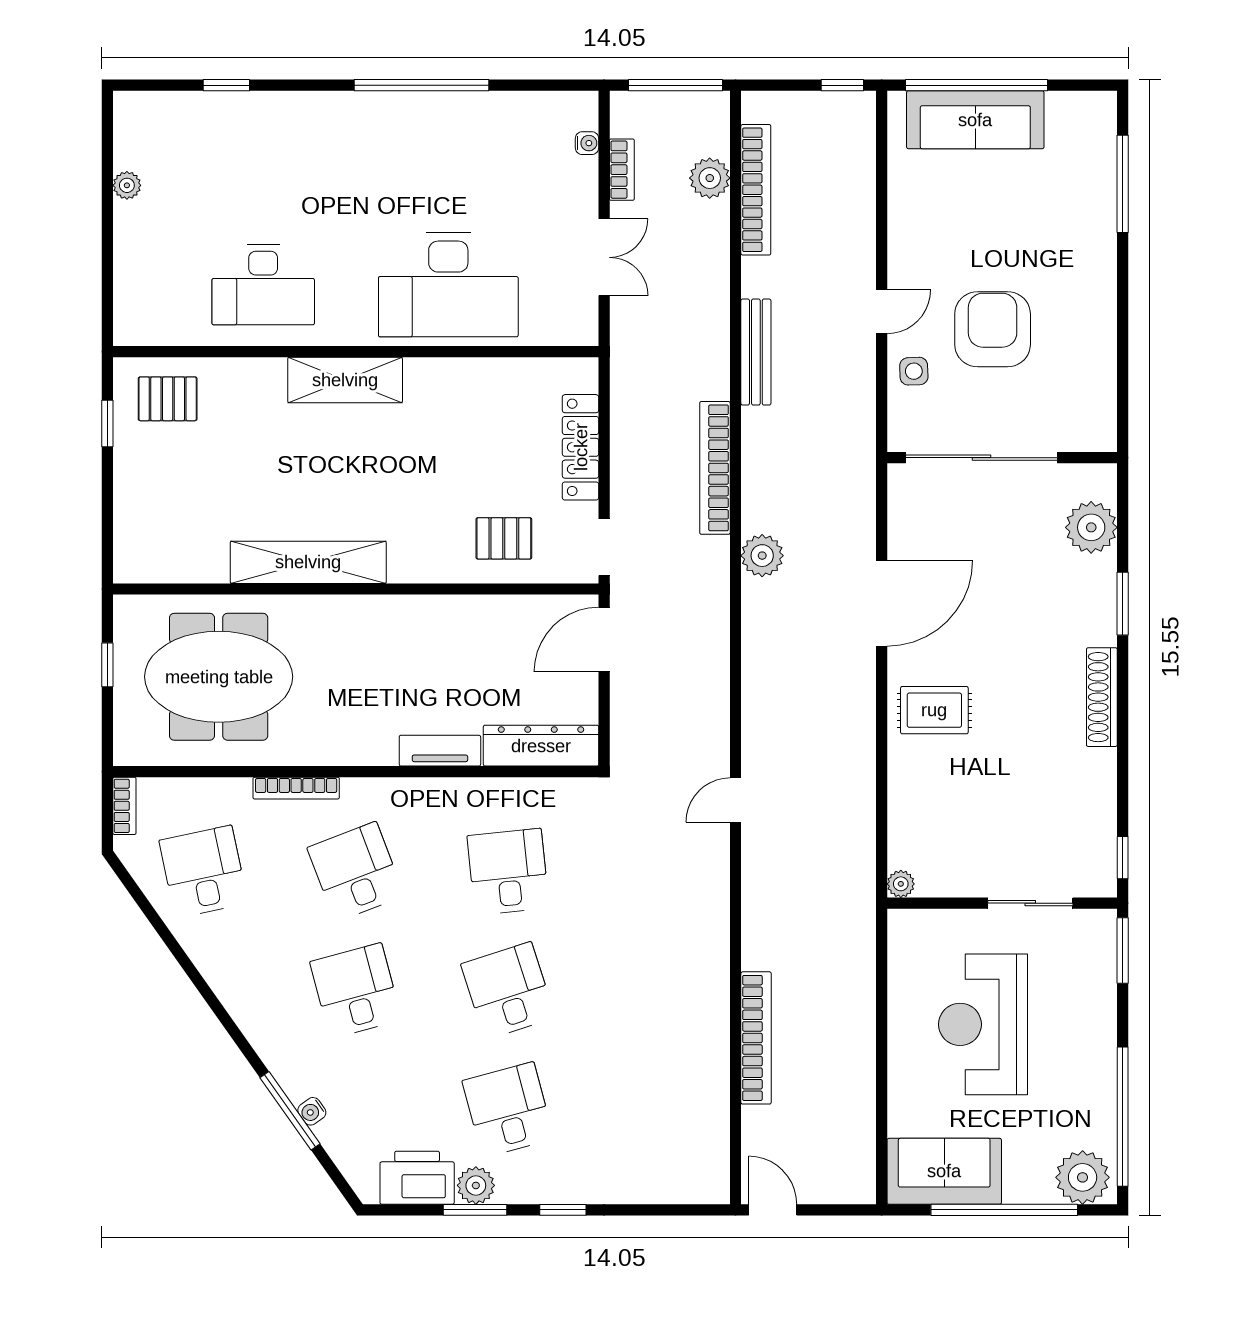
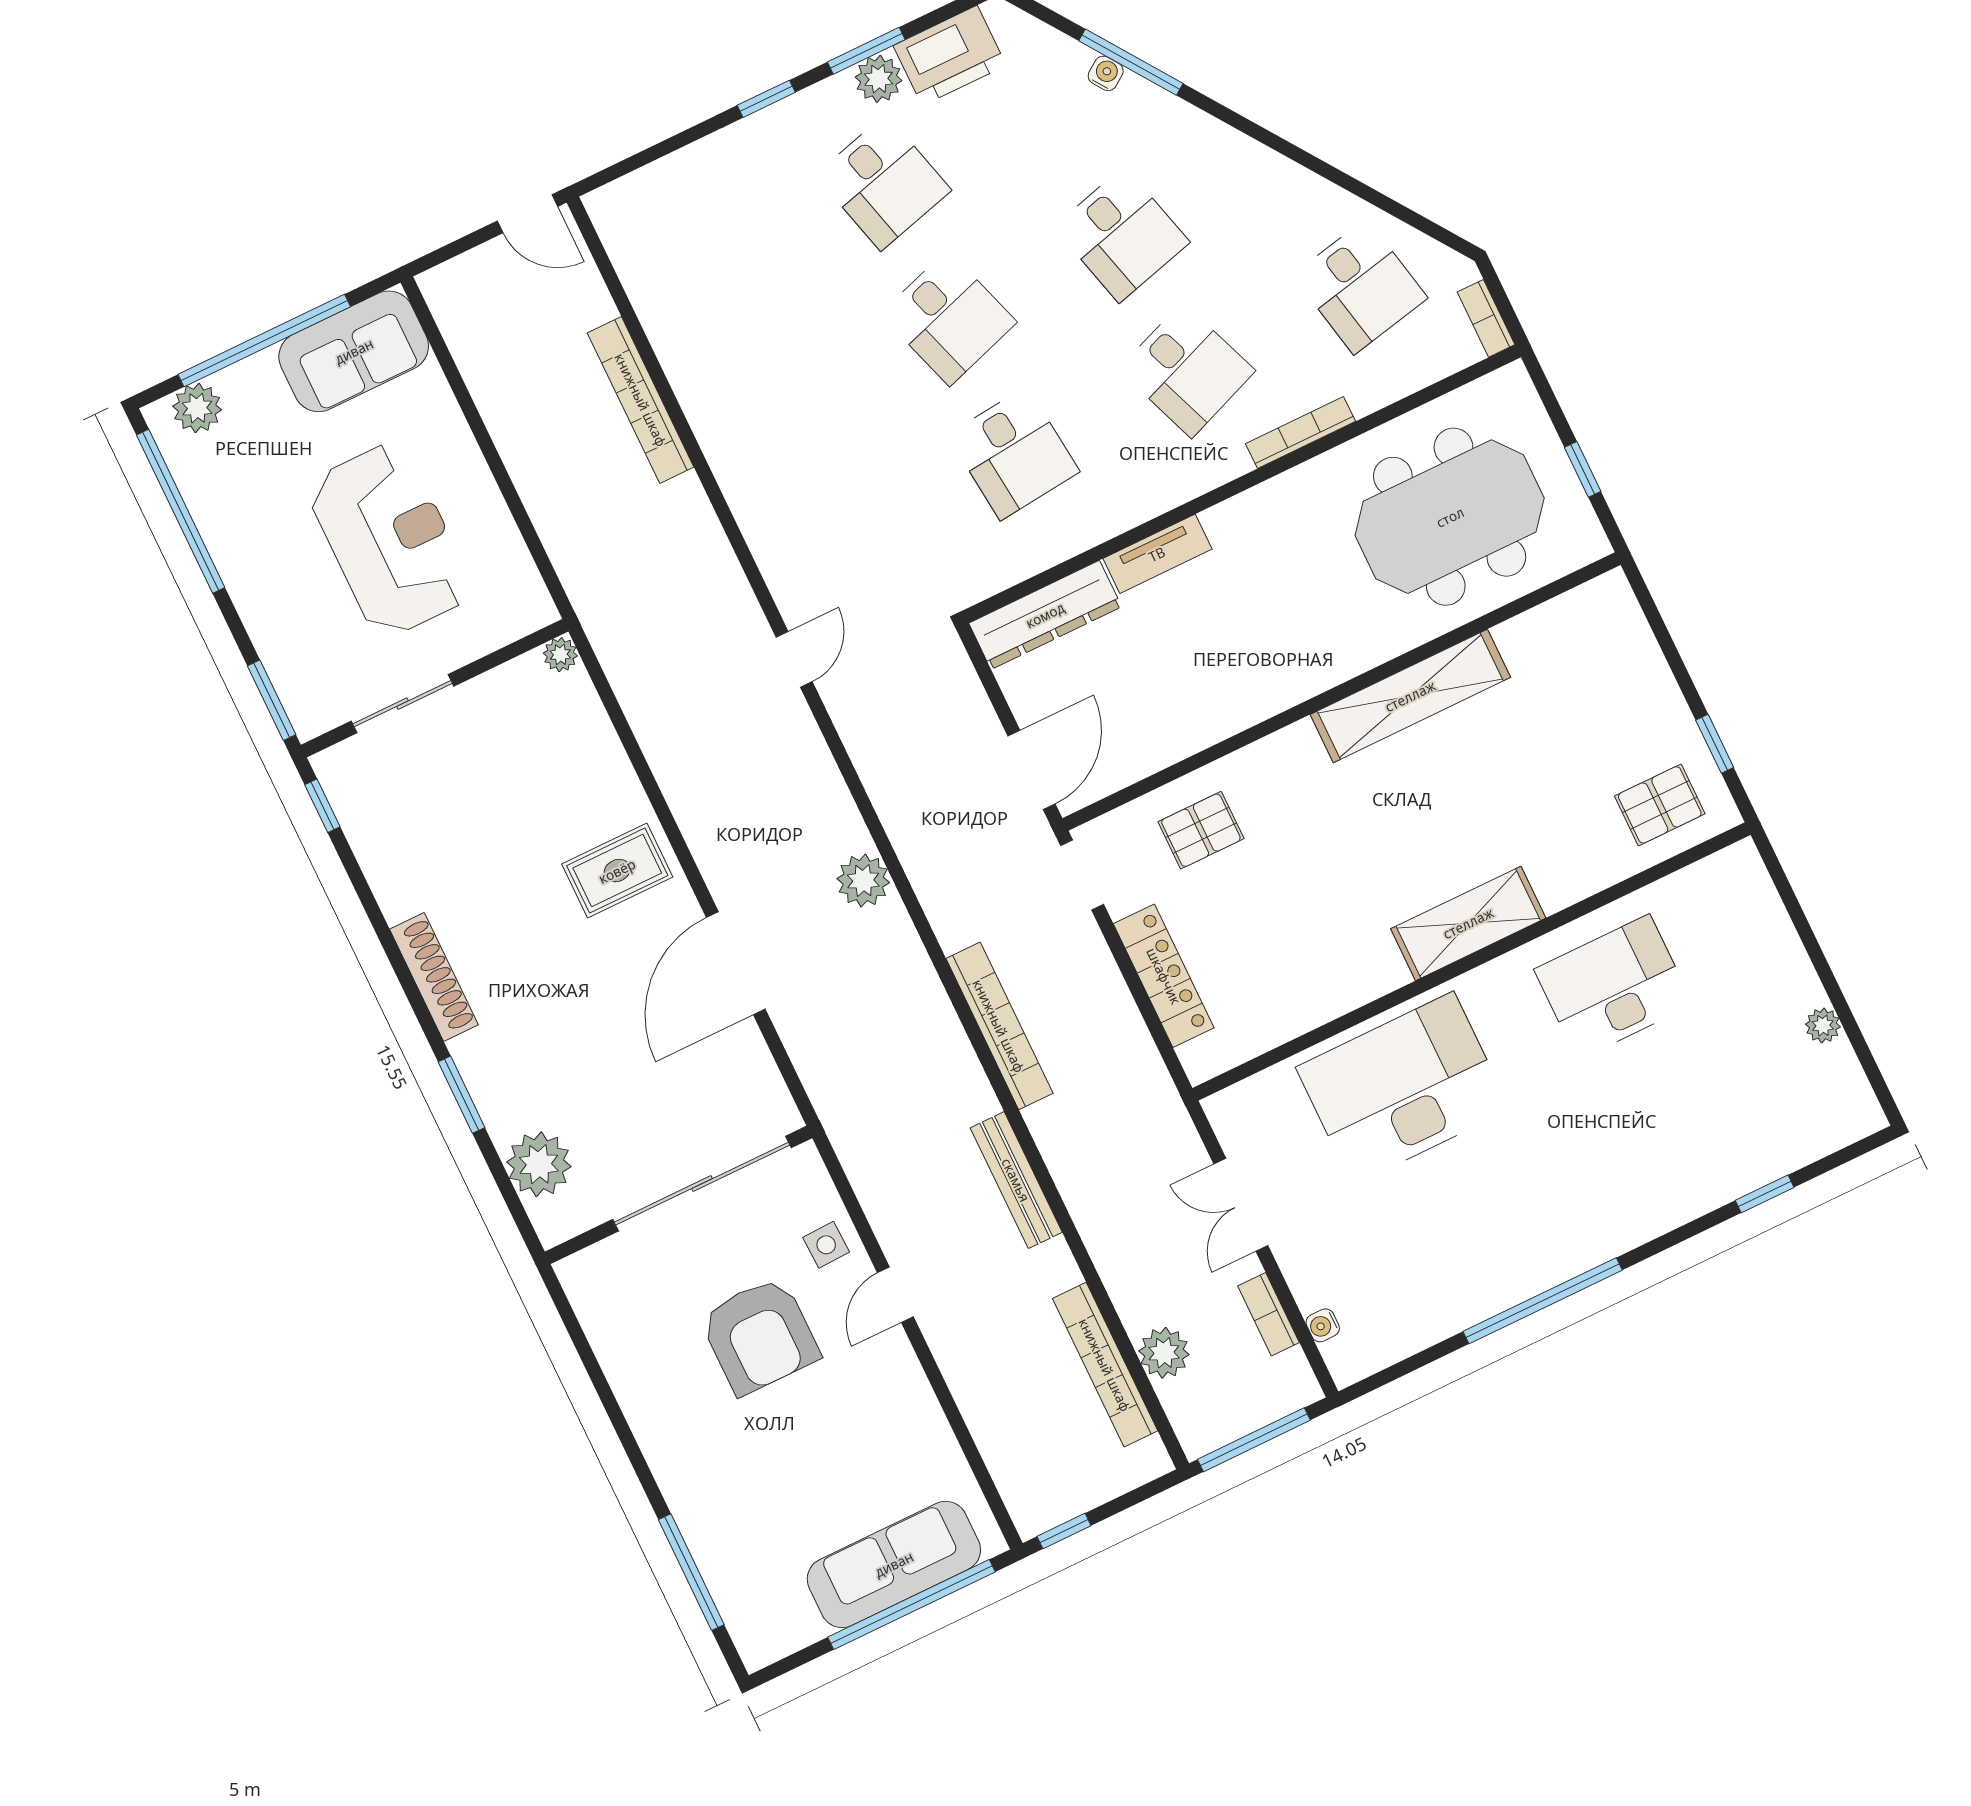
plant: (762, 556) -> (863, 881), moved
plant: (1083, 1177) -> (197, 408), width x0.73, depth x0.73

